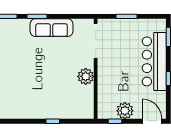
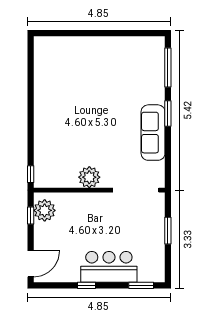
bar counter: (154, 61) -> (109, 267), width x0.73
plant: (125, 111) -> (45, 210), moved
window: (53, 121) -> (31, 174), moved

